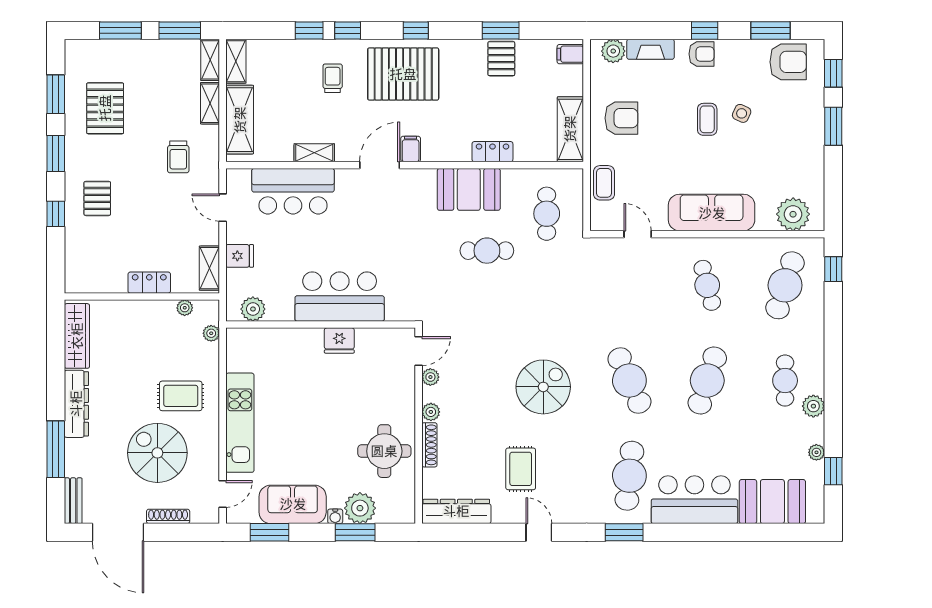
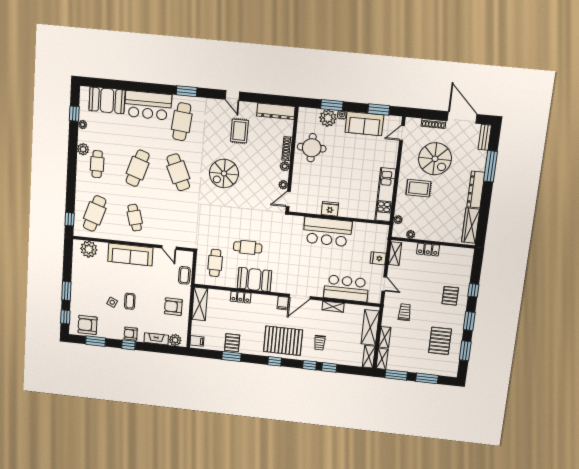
plant: (253, 309) -> (374, 230), removed
kitchen unit: (240, 423) -> (385, 195), moved

